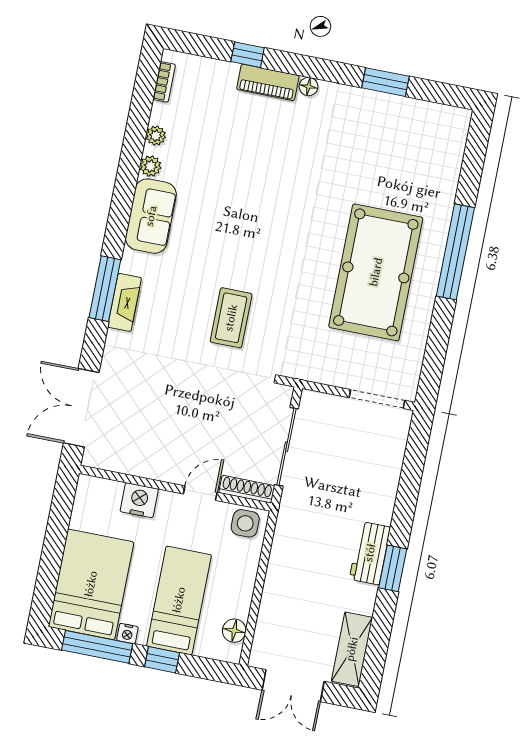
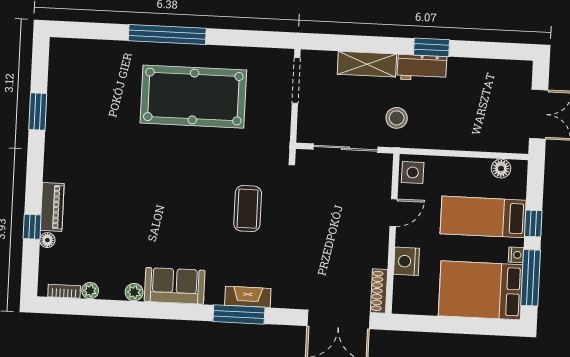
floor lamp: (309, 87) -> (47, 240), moved
plant: (156, 136) -> (90, 291), moved
coffee table: (231, 318) -> (248, 209), turned 90
shoe rack: (247, 489) -> (379, 291), moved
door: (200, 493) -> (393, 213), swing flipped
stool: (314, 514) -> (397, 118), added
shelving: (352, 649) -> (367, 64), moved

